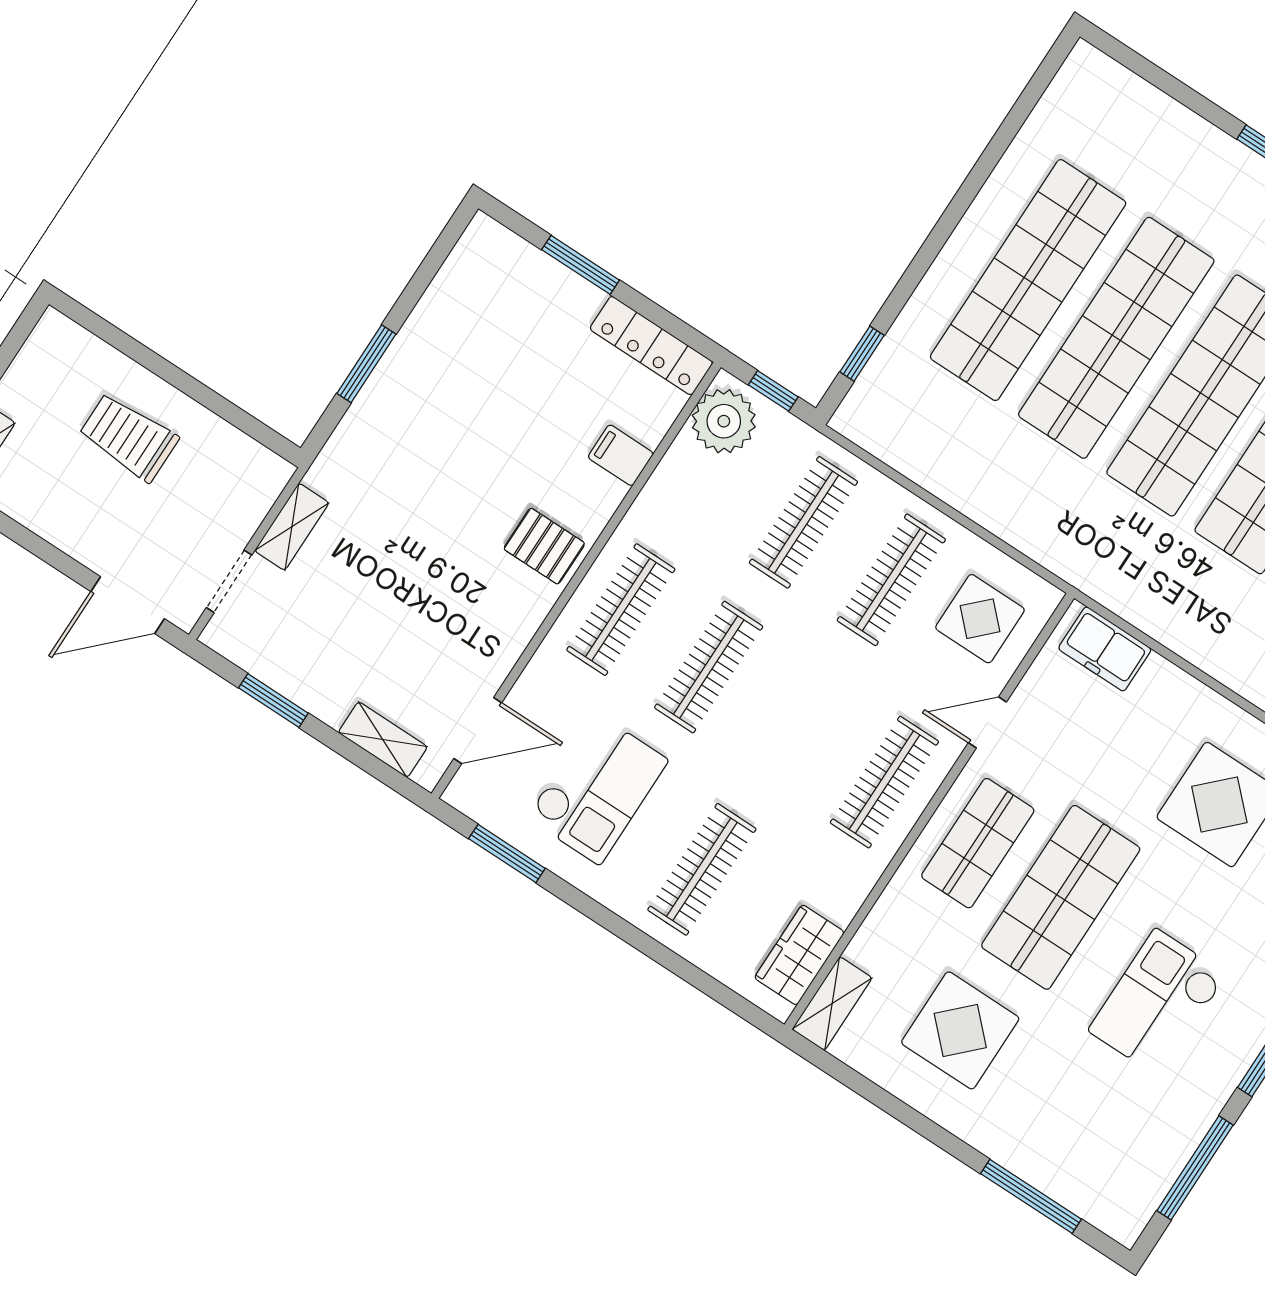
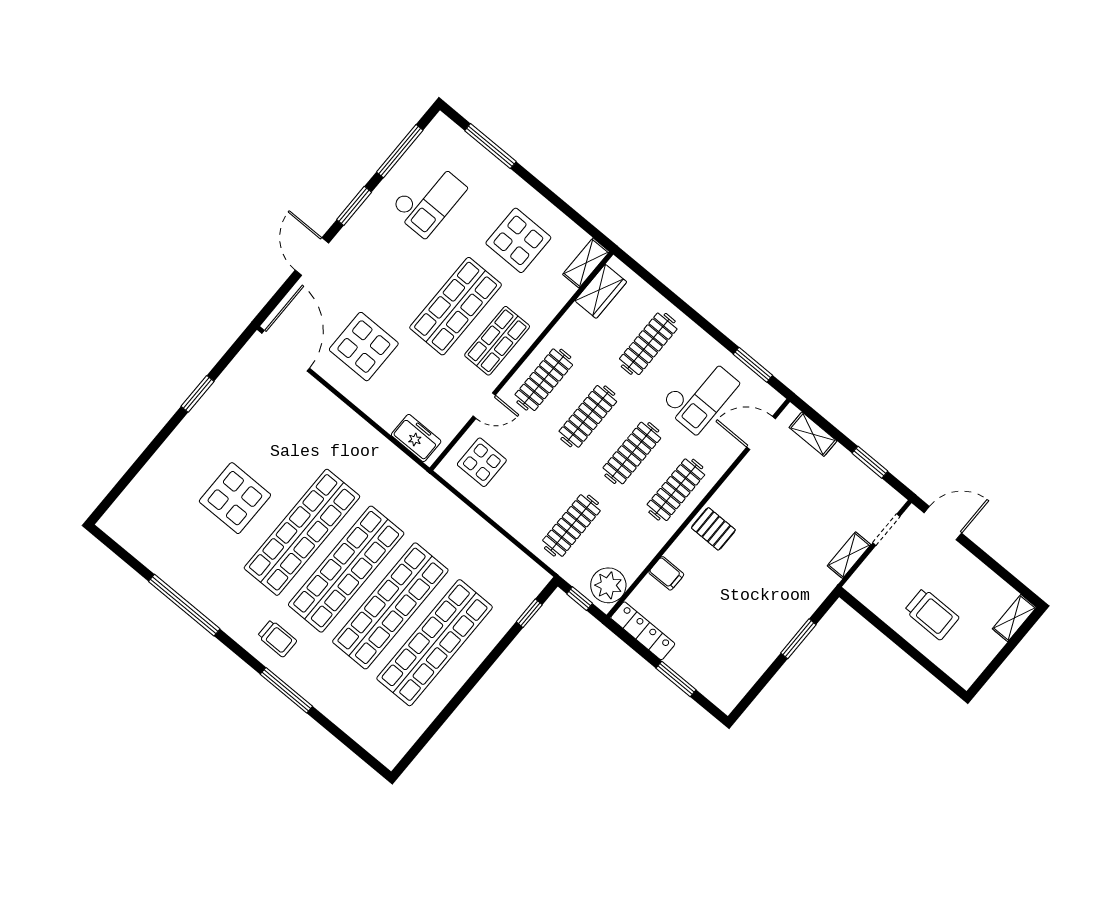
clothes rail: (891, 580) -> (588, 416), moved
checkout: (597, 789) -> (700, 394), turned 180
checkout: (1157, 1003) -> (429, 199), moved

